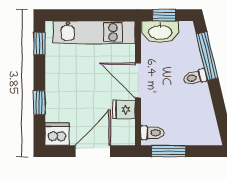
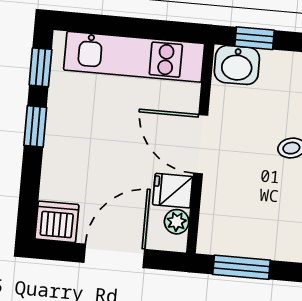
washbasin: (160, 32) -> (237, 65), width x0.72
window: (39, 103) -> (35, 126), moved
plant: (128, 128) -> (177, 222), added
toilet: (152, 133) -> (217, 234), removed

